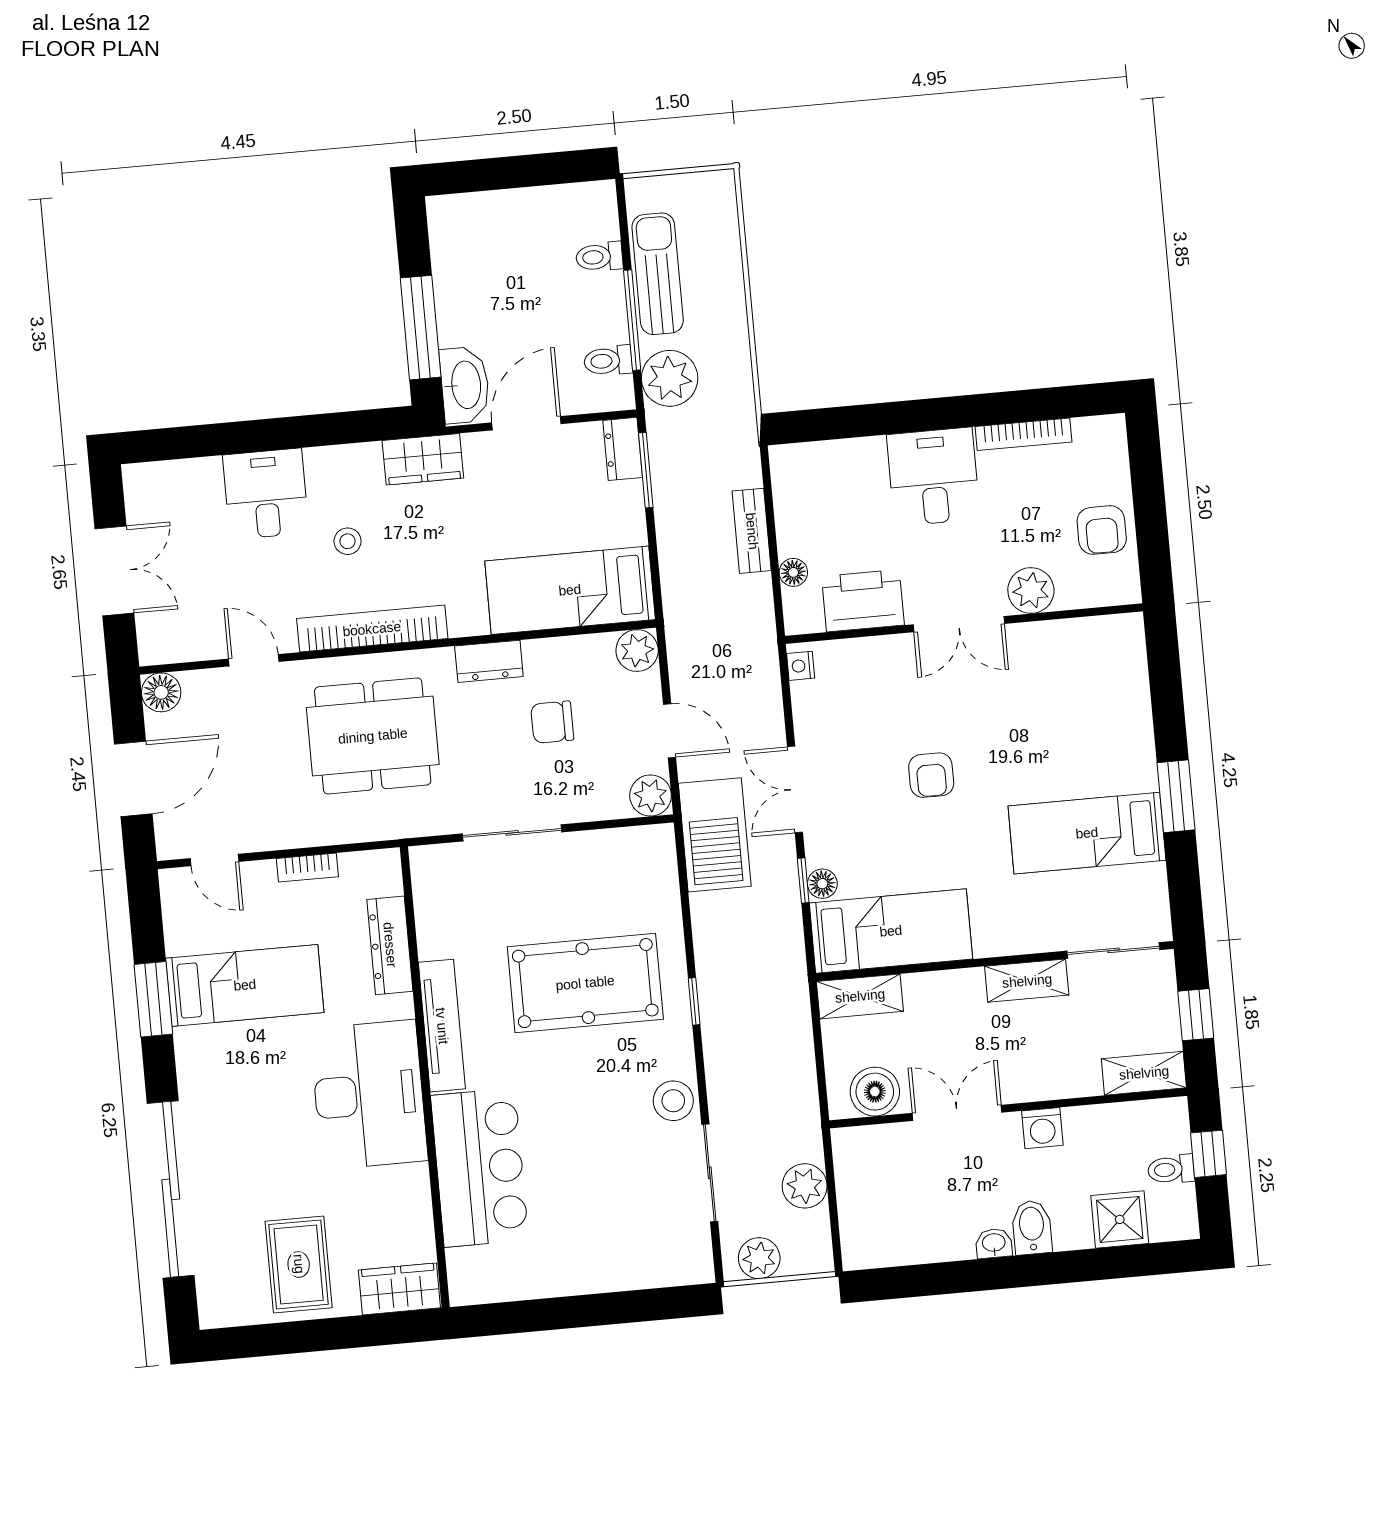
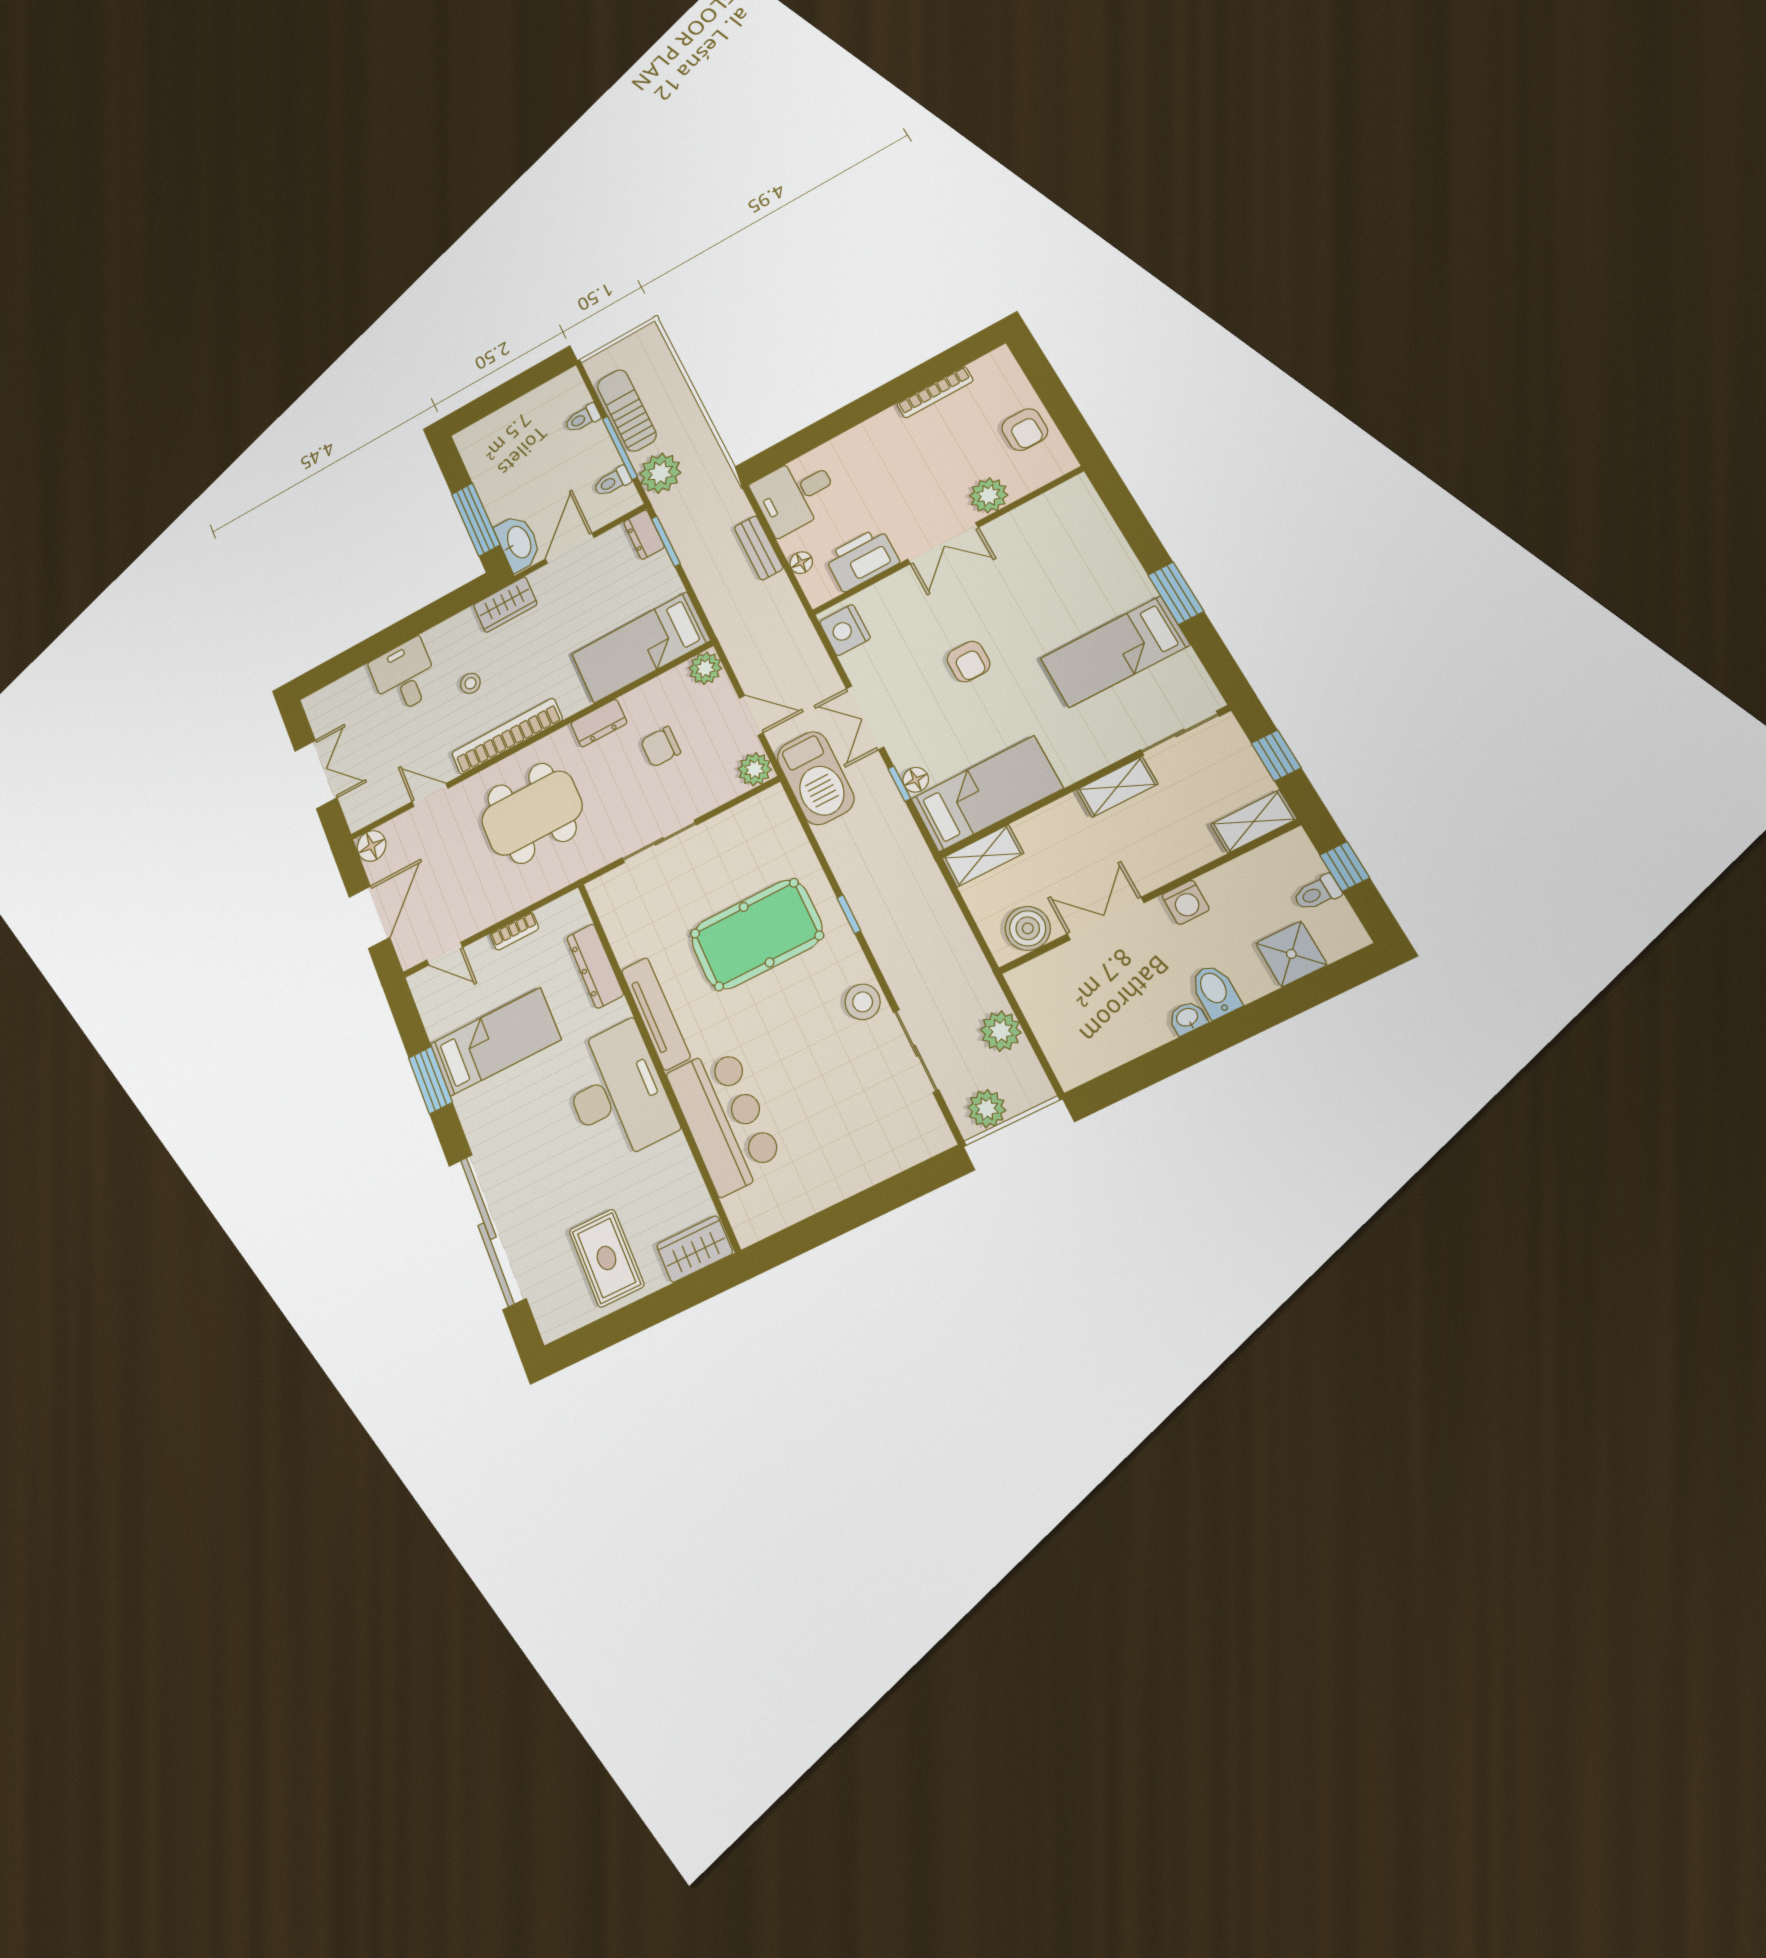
desk: (933, 477) -> (795, 494), moved, turned -90
nightstand: (801, 666) -> (845, 630), width x1.89, depth x1.79

